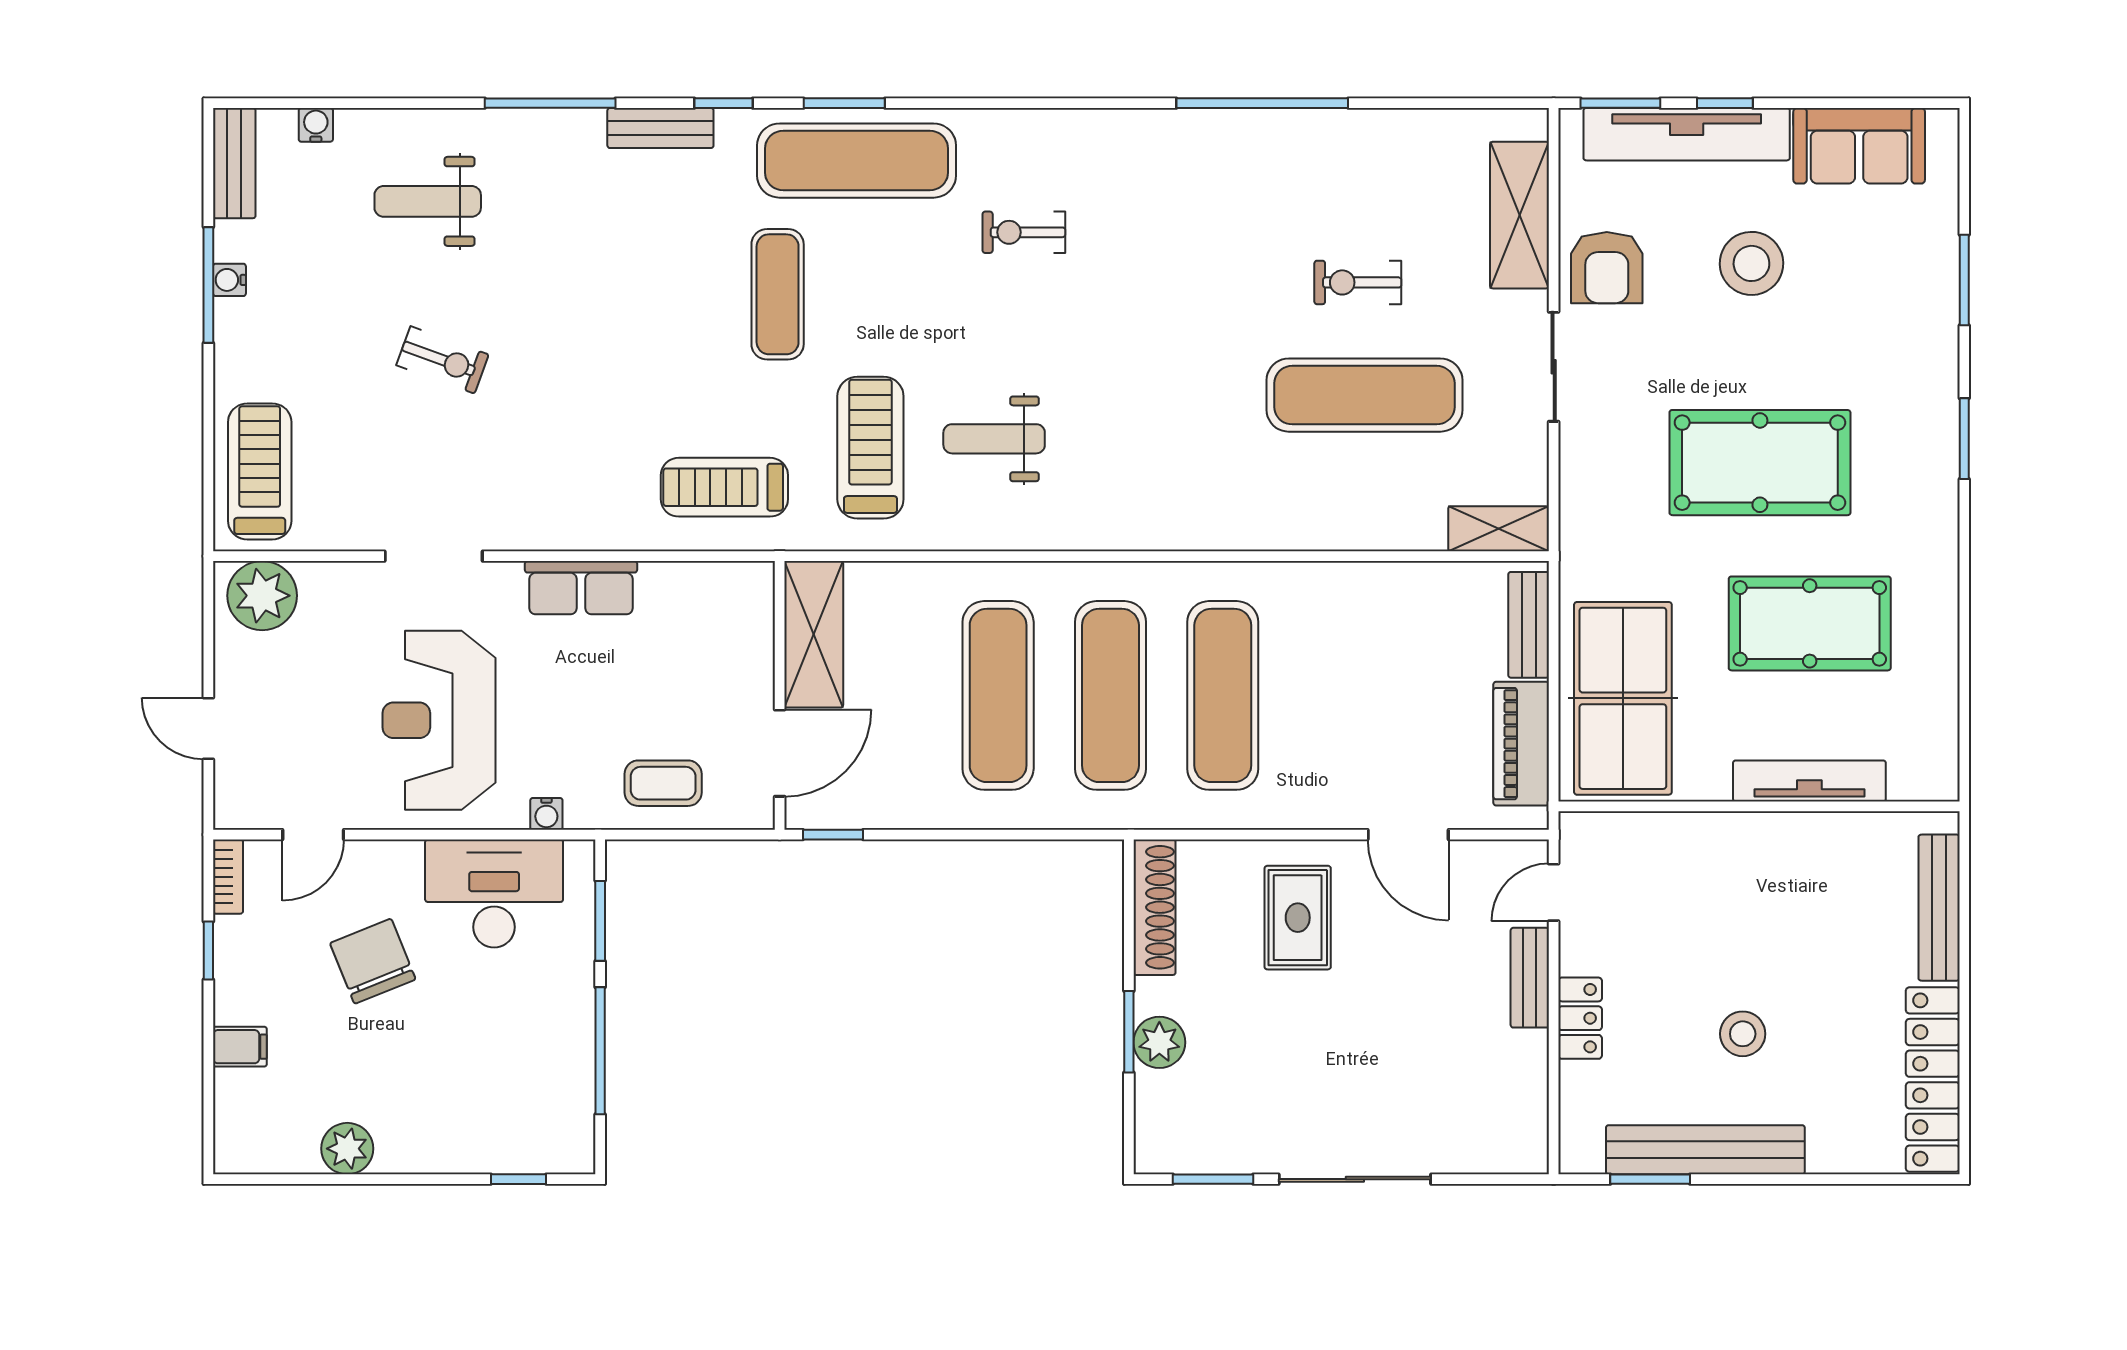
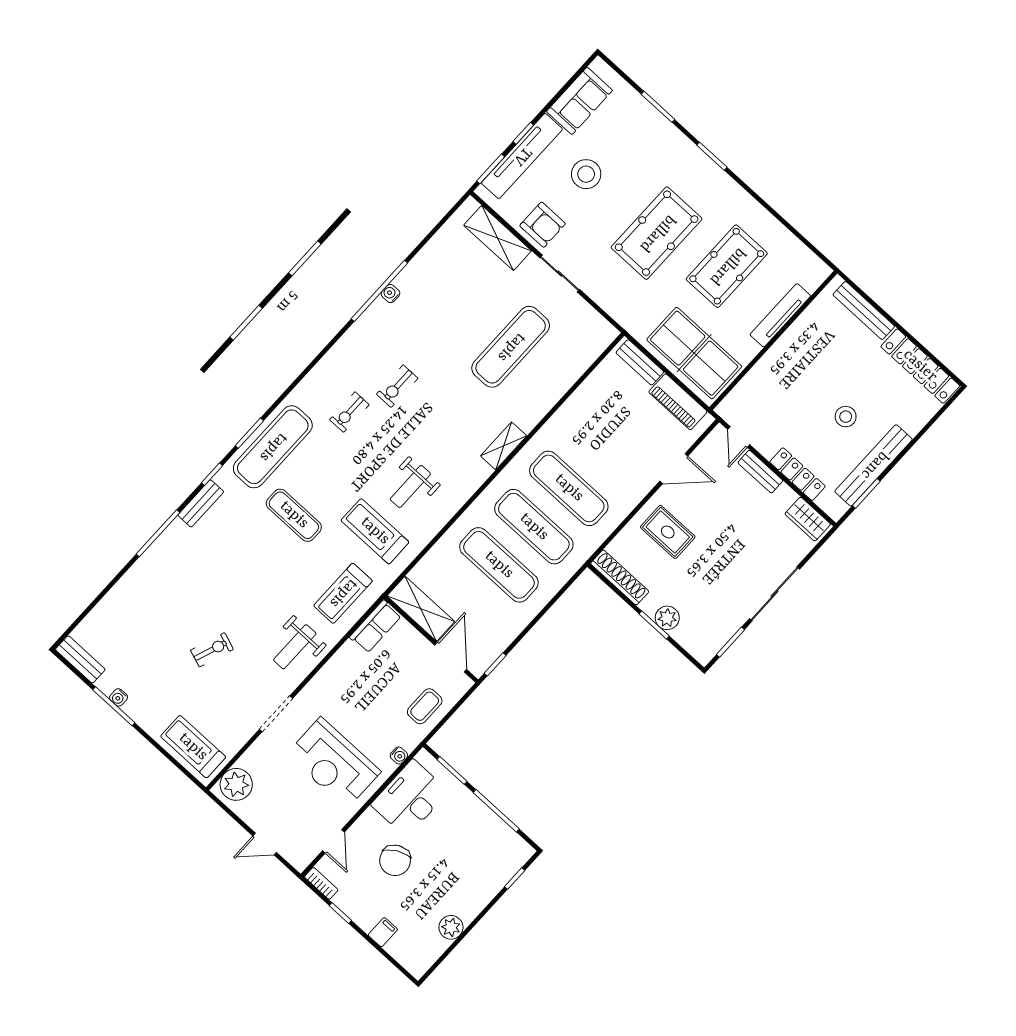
water cooler: (316, 125) -> (390, 294), moved
weight bench: (428, 201) -> (295, 647), moved
exercise bike: (1358, 282) -> (397, 386), moved
shelving: (1499, 529) -> (504, 446), moved
row of seats: (581, 588) -> (375, 626), moved
chair: (373, 961) -> (395, 860), turned -96
locker: (1580, 1018) -> (797, 474), width x1.53
wardrobe: (1523, 1123) -> (808, 519), added

